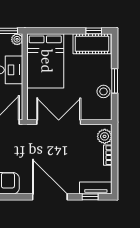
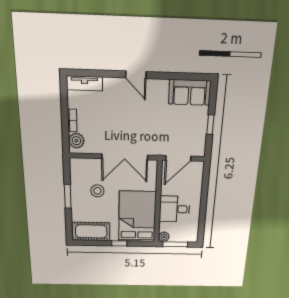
window: (94, 31) -> (119, 243), moved
stool: (103, 91) -> (97, 191), moved
door: (50, 197) -> (136, 75), width x0.53
window: (90, 197) -> (91, 73), removed

